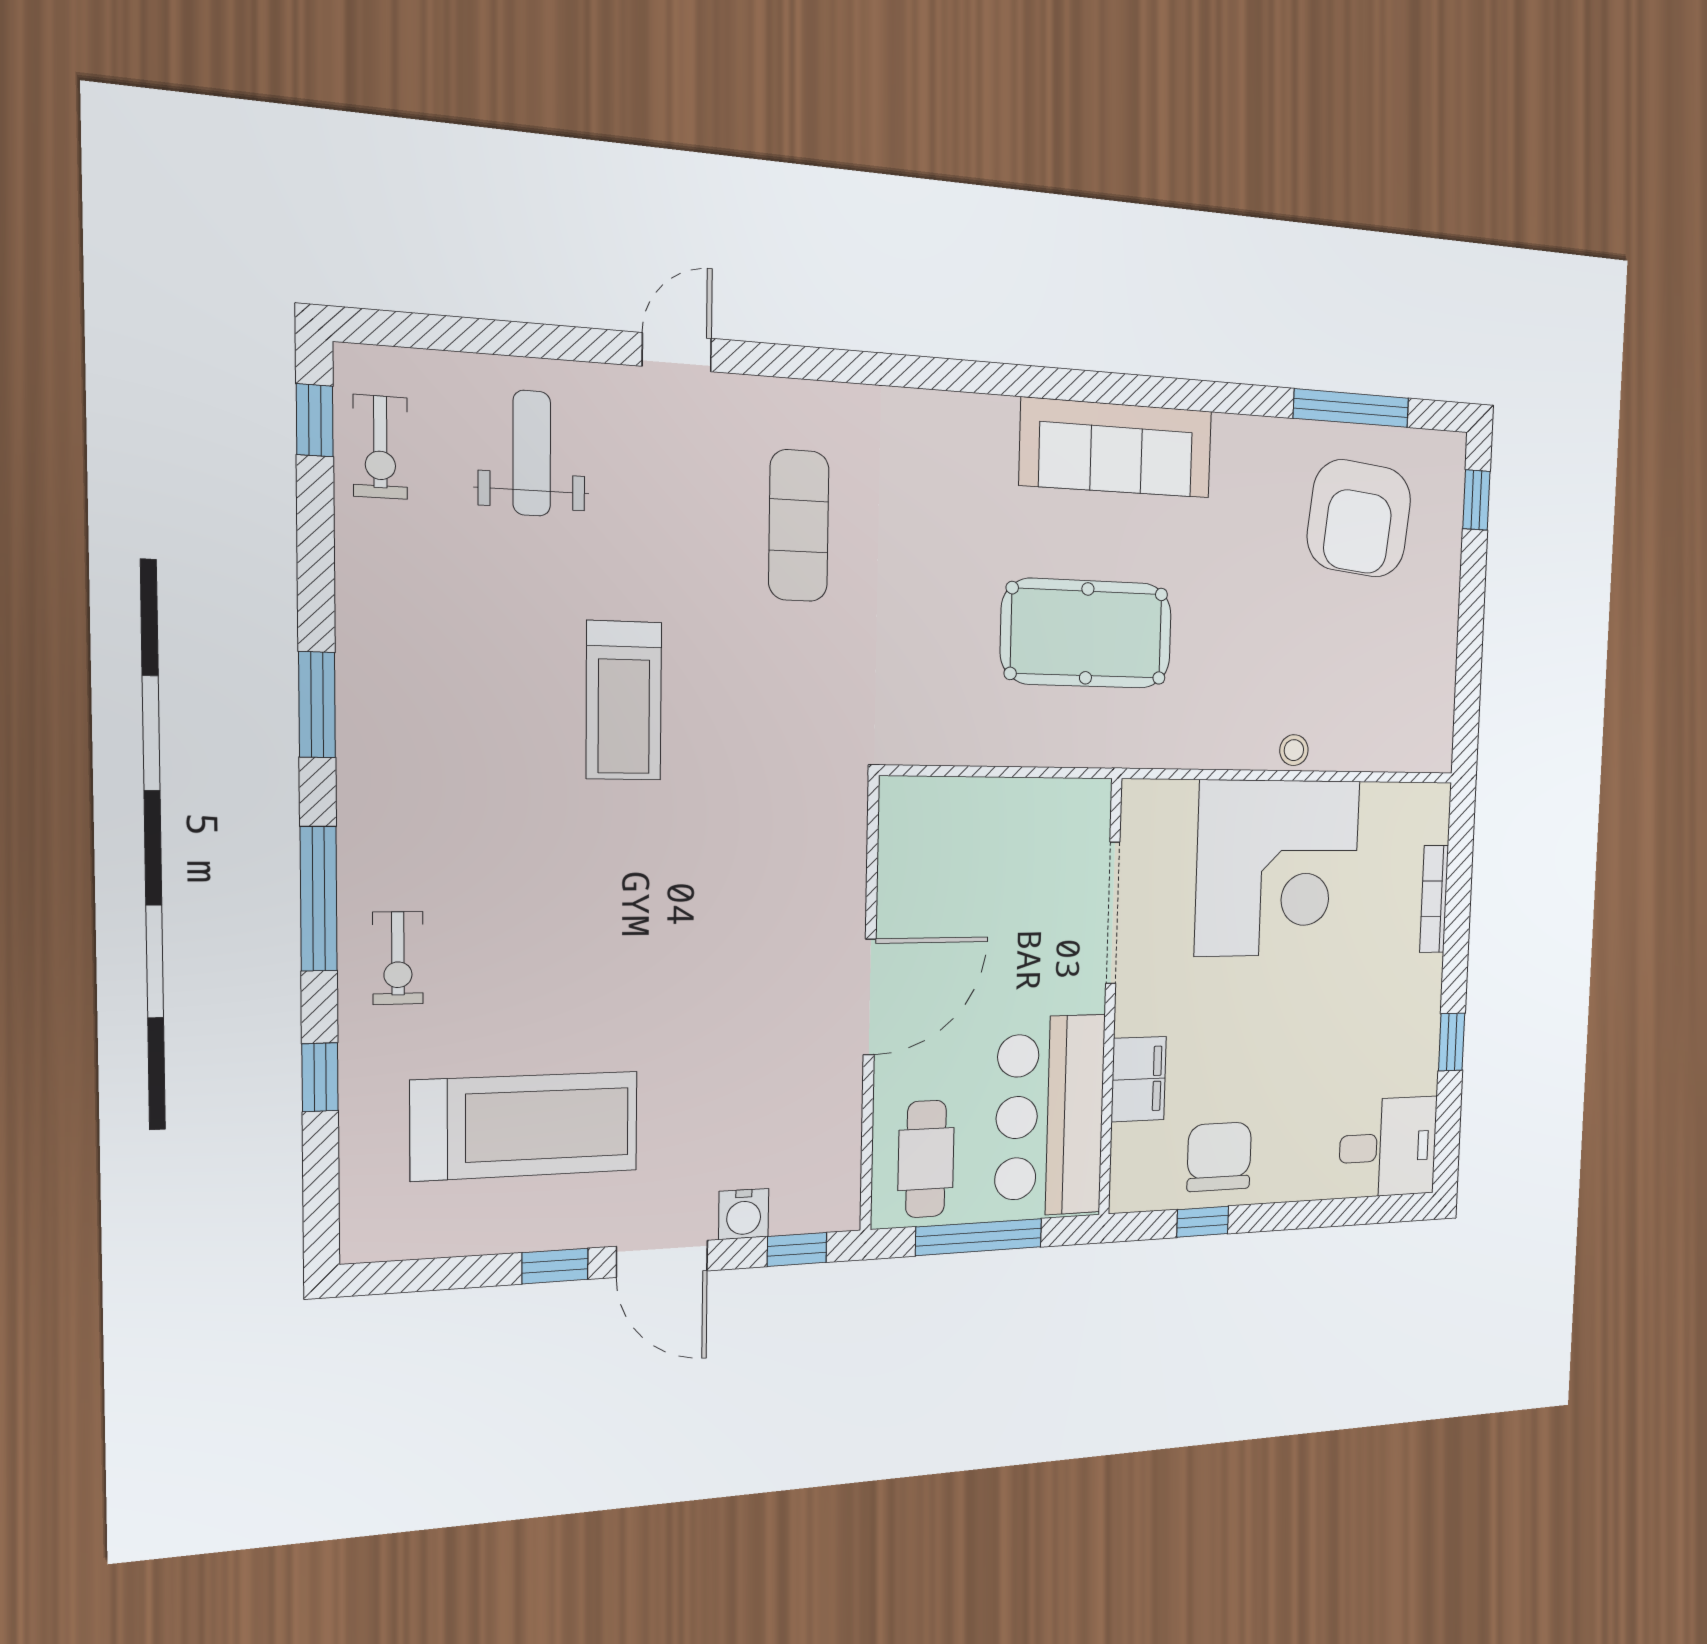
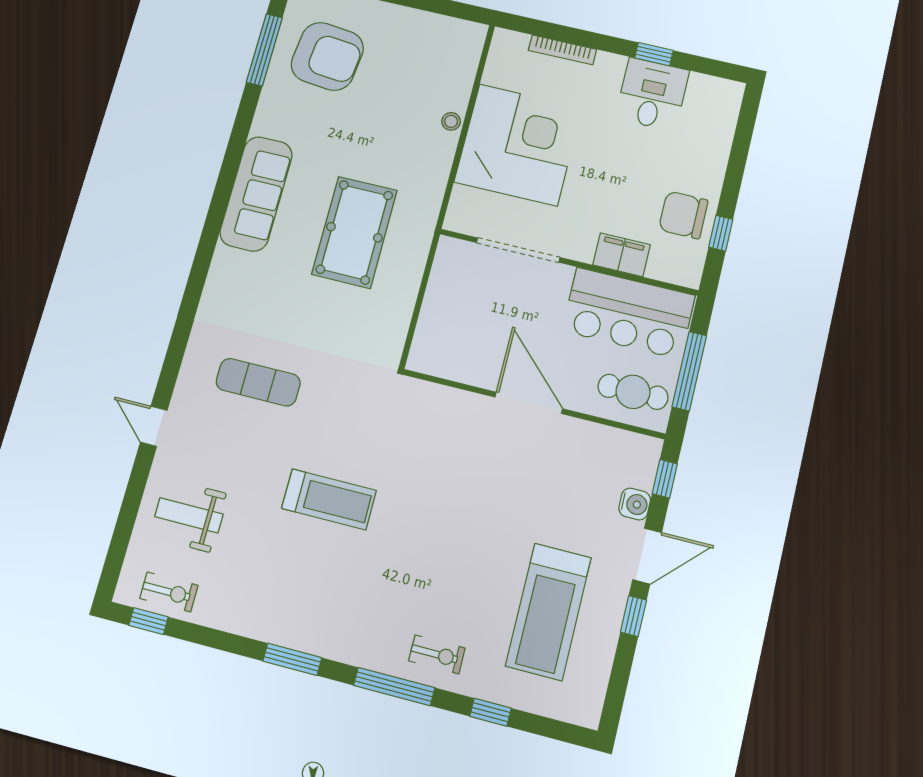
treadmill: (525, 1126) -> (548, 612), turned 180
desk: (1388, 1147) -> (652, 94), moved

